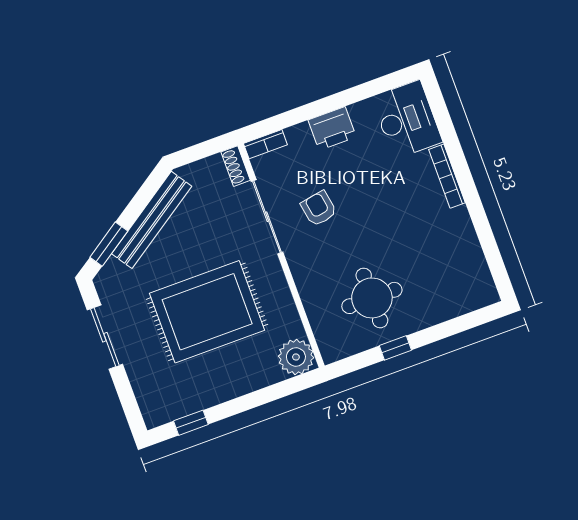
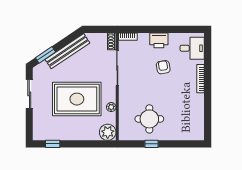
desk: (407, 120) -> (192, 48), width x0.73
armchair: (319, 209) -> (163, 67), moved
plant: (284, 302) -> (111, 107), added

